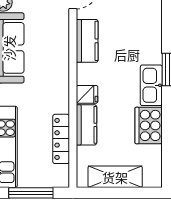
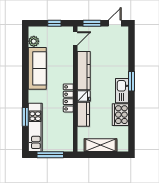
kitchen counter: (87, 41) -> (84, 71), width x1.50
locker: (61, 139) -> (68, 98), moved

